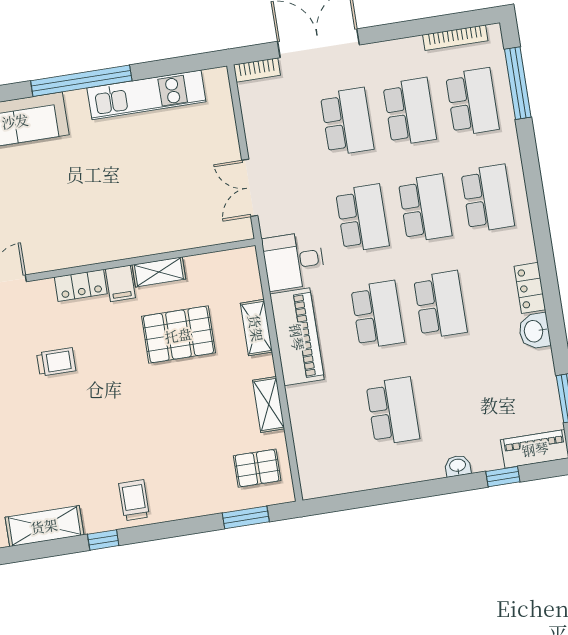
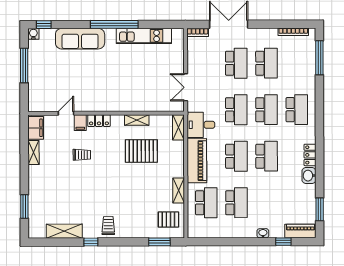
school desk: (472, 102) -> (206, 203), moved
filing cabinet: (120, 283) -> (80, 123), moved
shelving: (256, 328) -> (178, 127), moved

